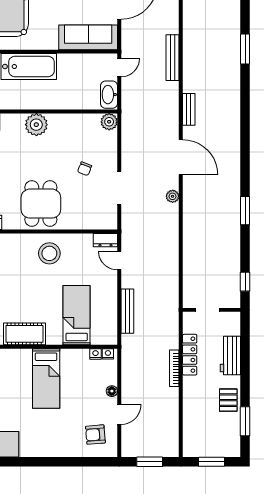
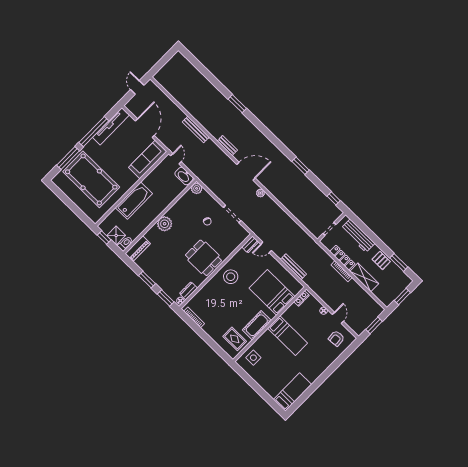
window: (245, 49) -> (237, 104), moved
bed: (77, 315) -> (272, 292), width x1.50
workbench: (230, 356) -> (358, 236), width x1.38
shelving: (192, 400) -> (364, 277), added

